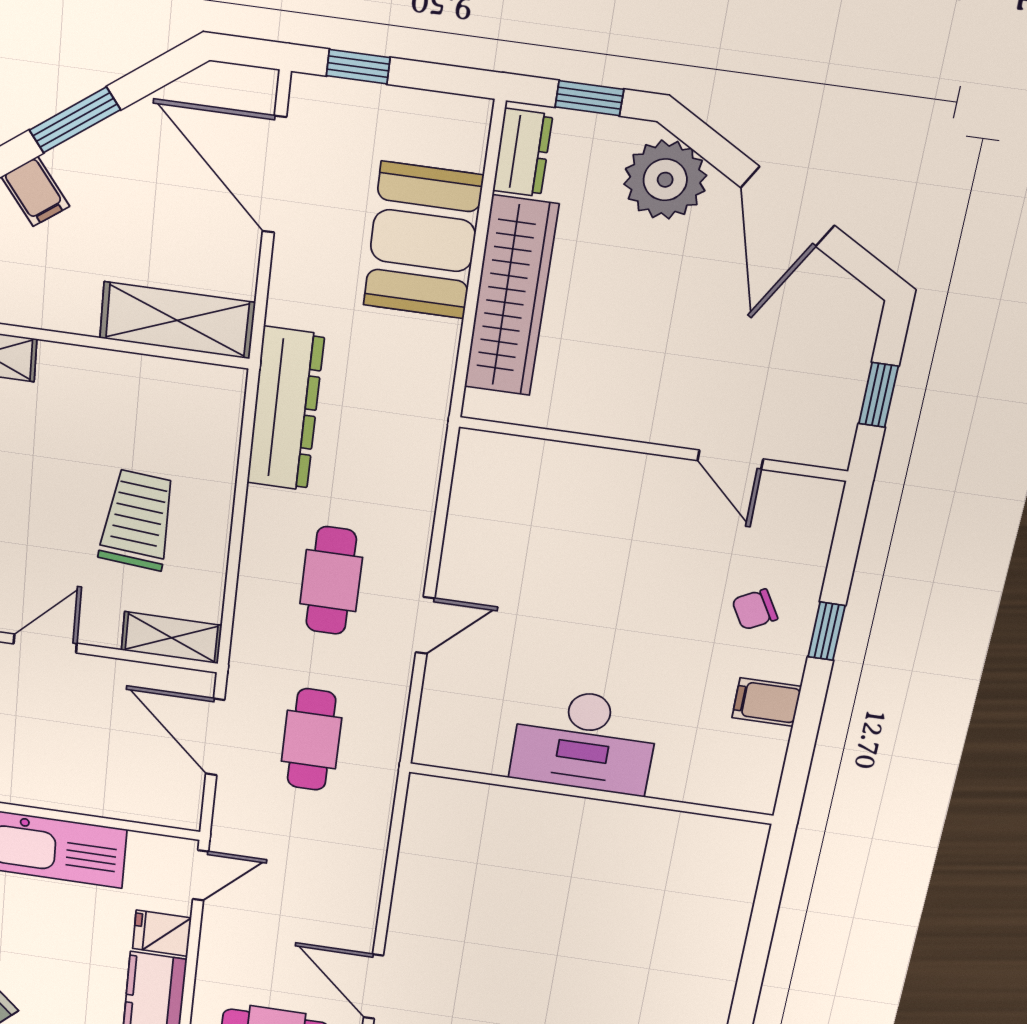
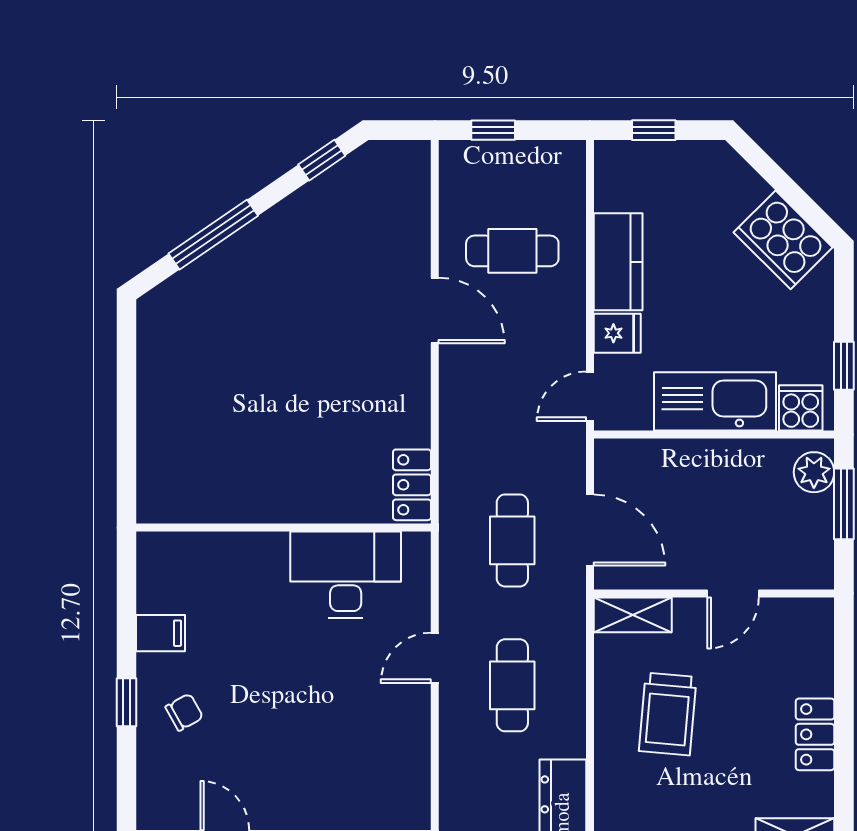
desk: (584, 741) -> (346, 575), moved
locker: (426, 816) -> (412, 485), added

